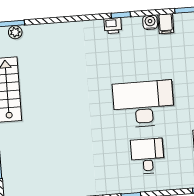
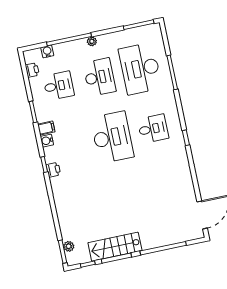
desk: (143, 104) -> (112, 137), turned 180
desk: (147, 156) -> (153, 129), turned 180

